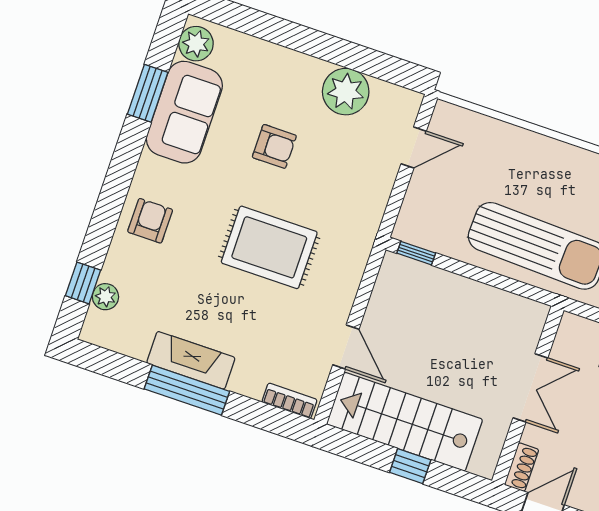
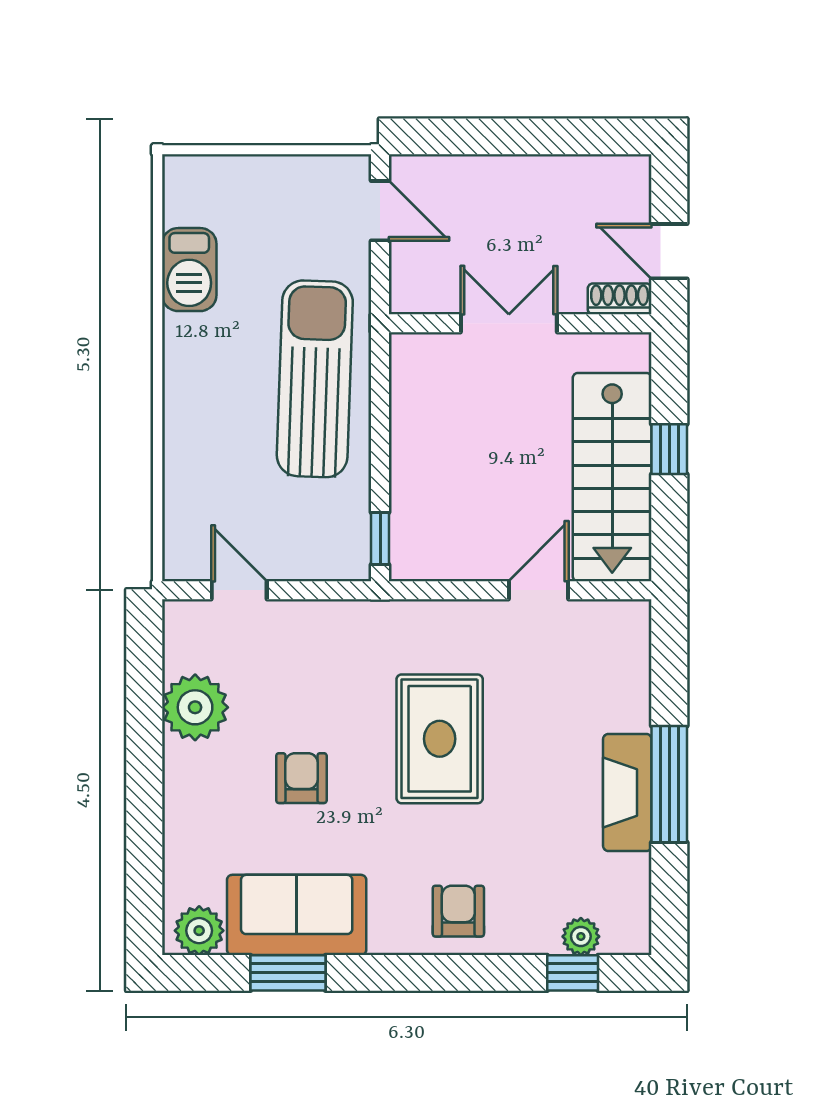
armchair: (150, 221) -> (458, 911), turned 90
bookcase: (289, 401) -> (637, 641), removed

